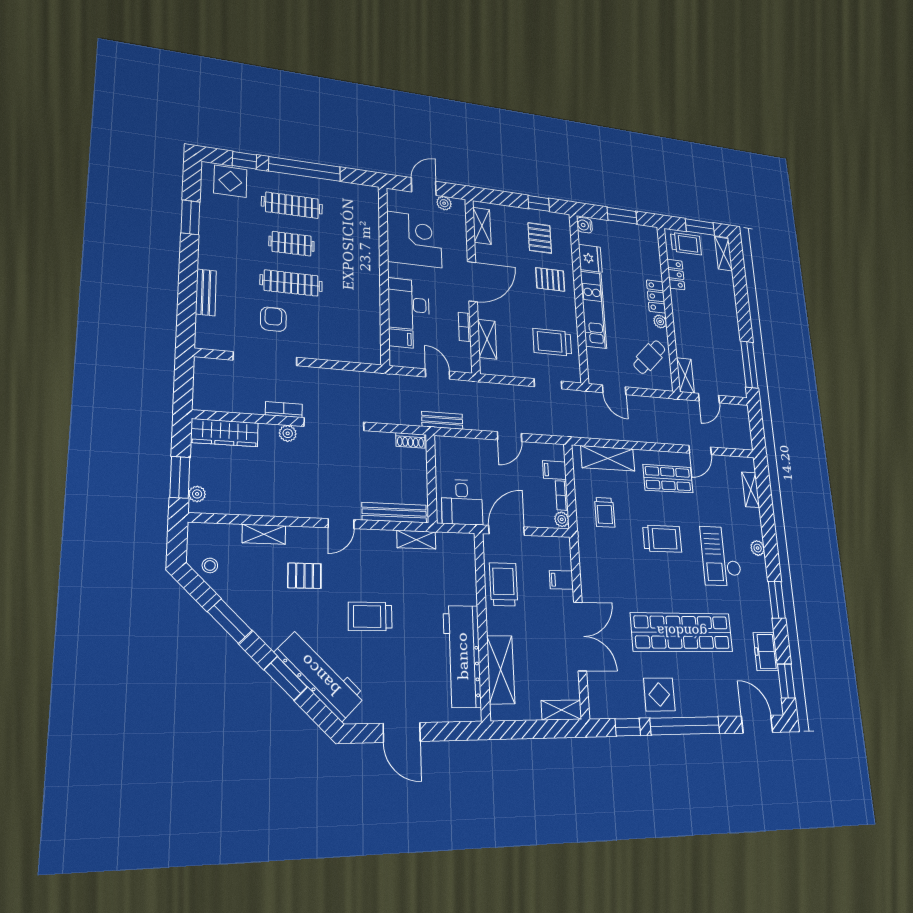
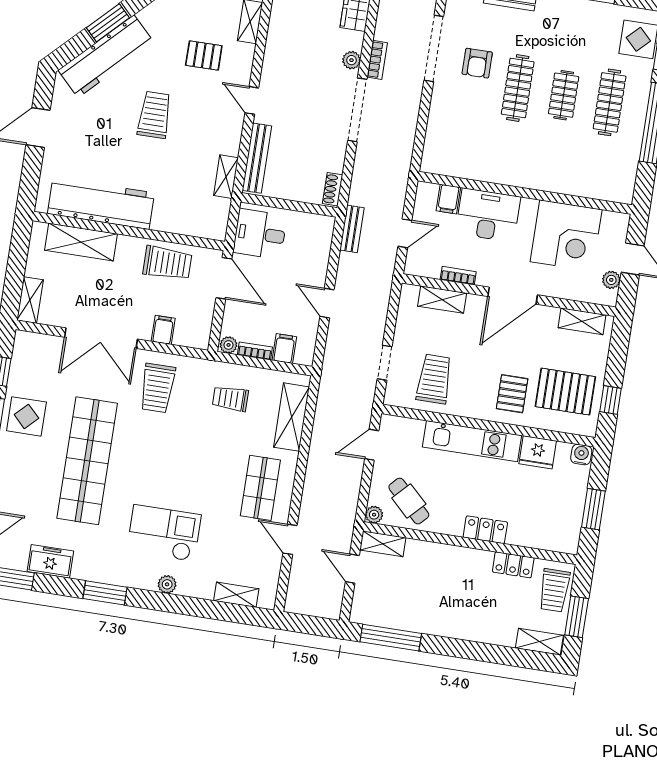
pallet: (540, 238) -> (565, 392), width x1.50, depth x1.42
door: (472, 282) -> (513, 296), hinge flipped
armchair: (273, 319) -> (477, 63), turned 90
plant: (660, 321) -> (374, 515), moved
trolley: (662, 539) -> (157, 388), moved
pallet: (304, 576) -> (204, 55), turned 90

